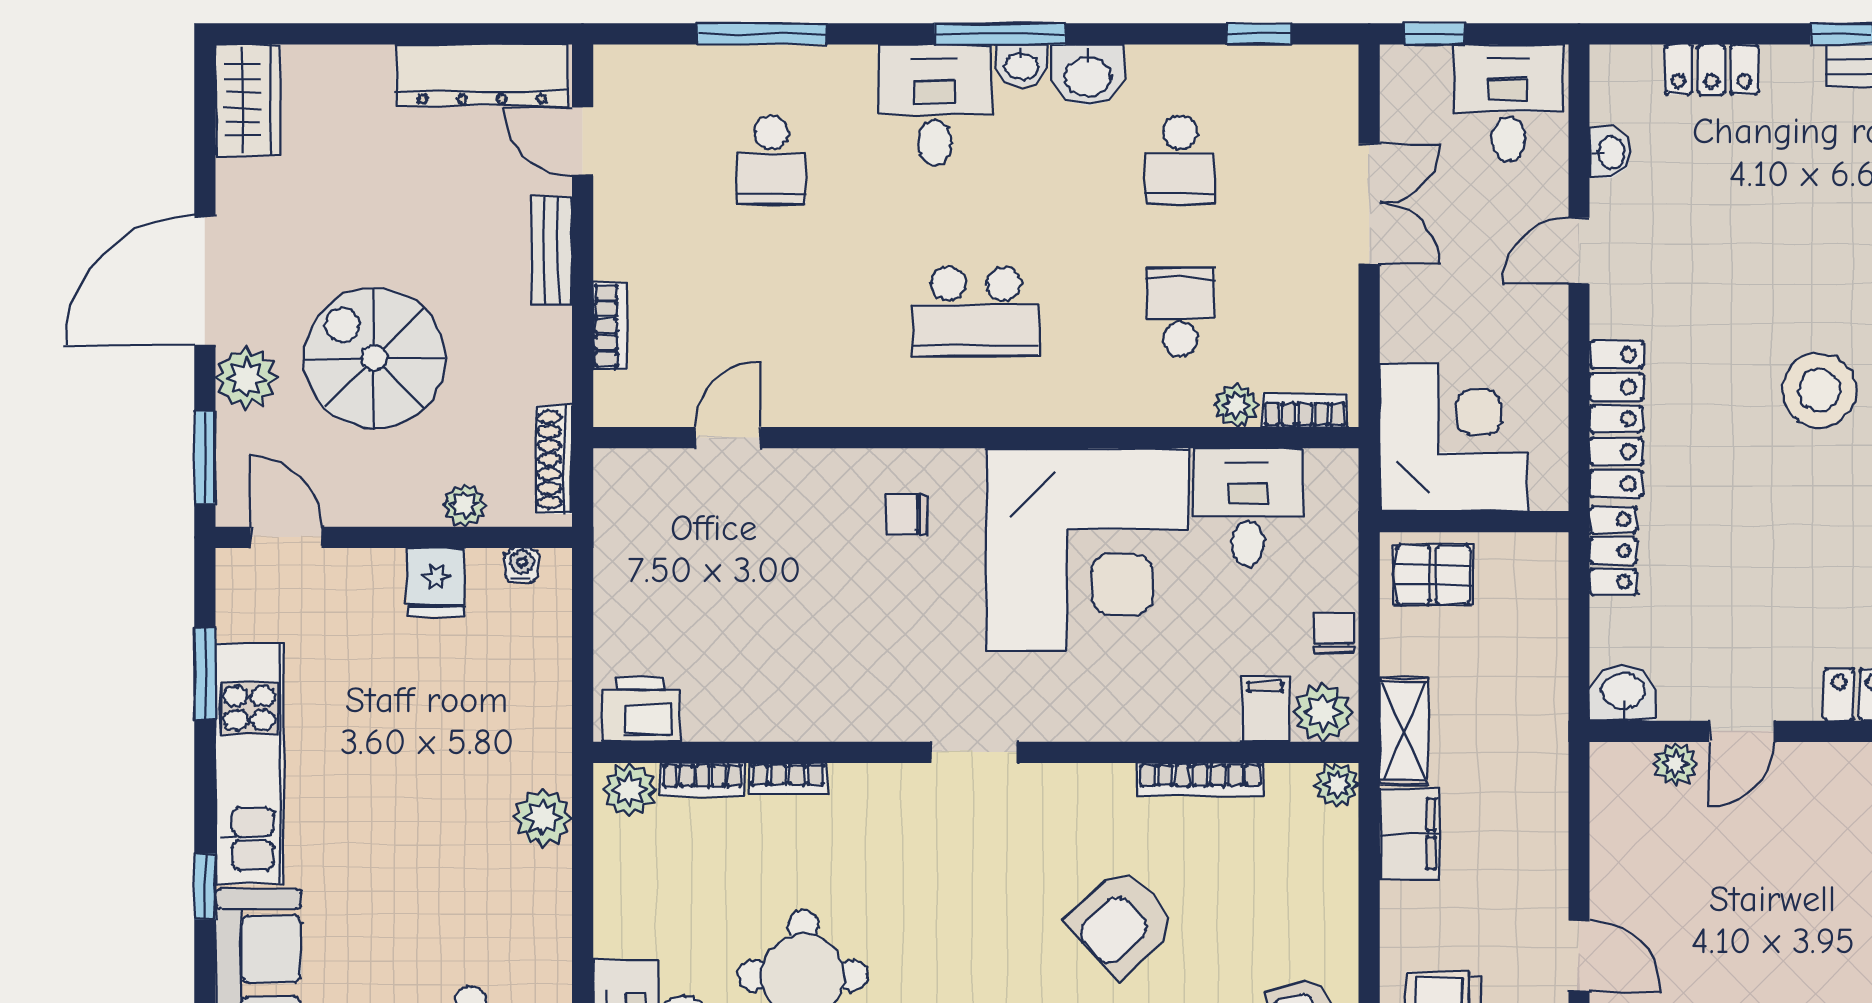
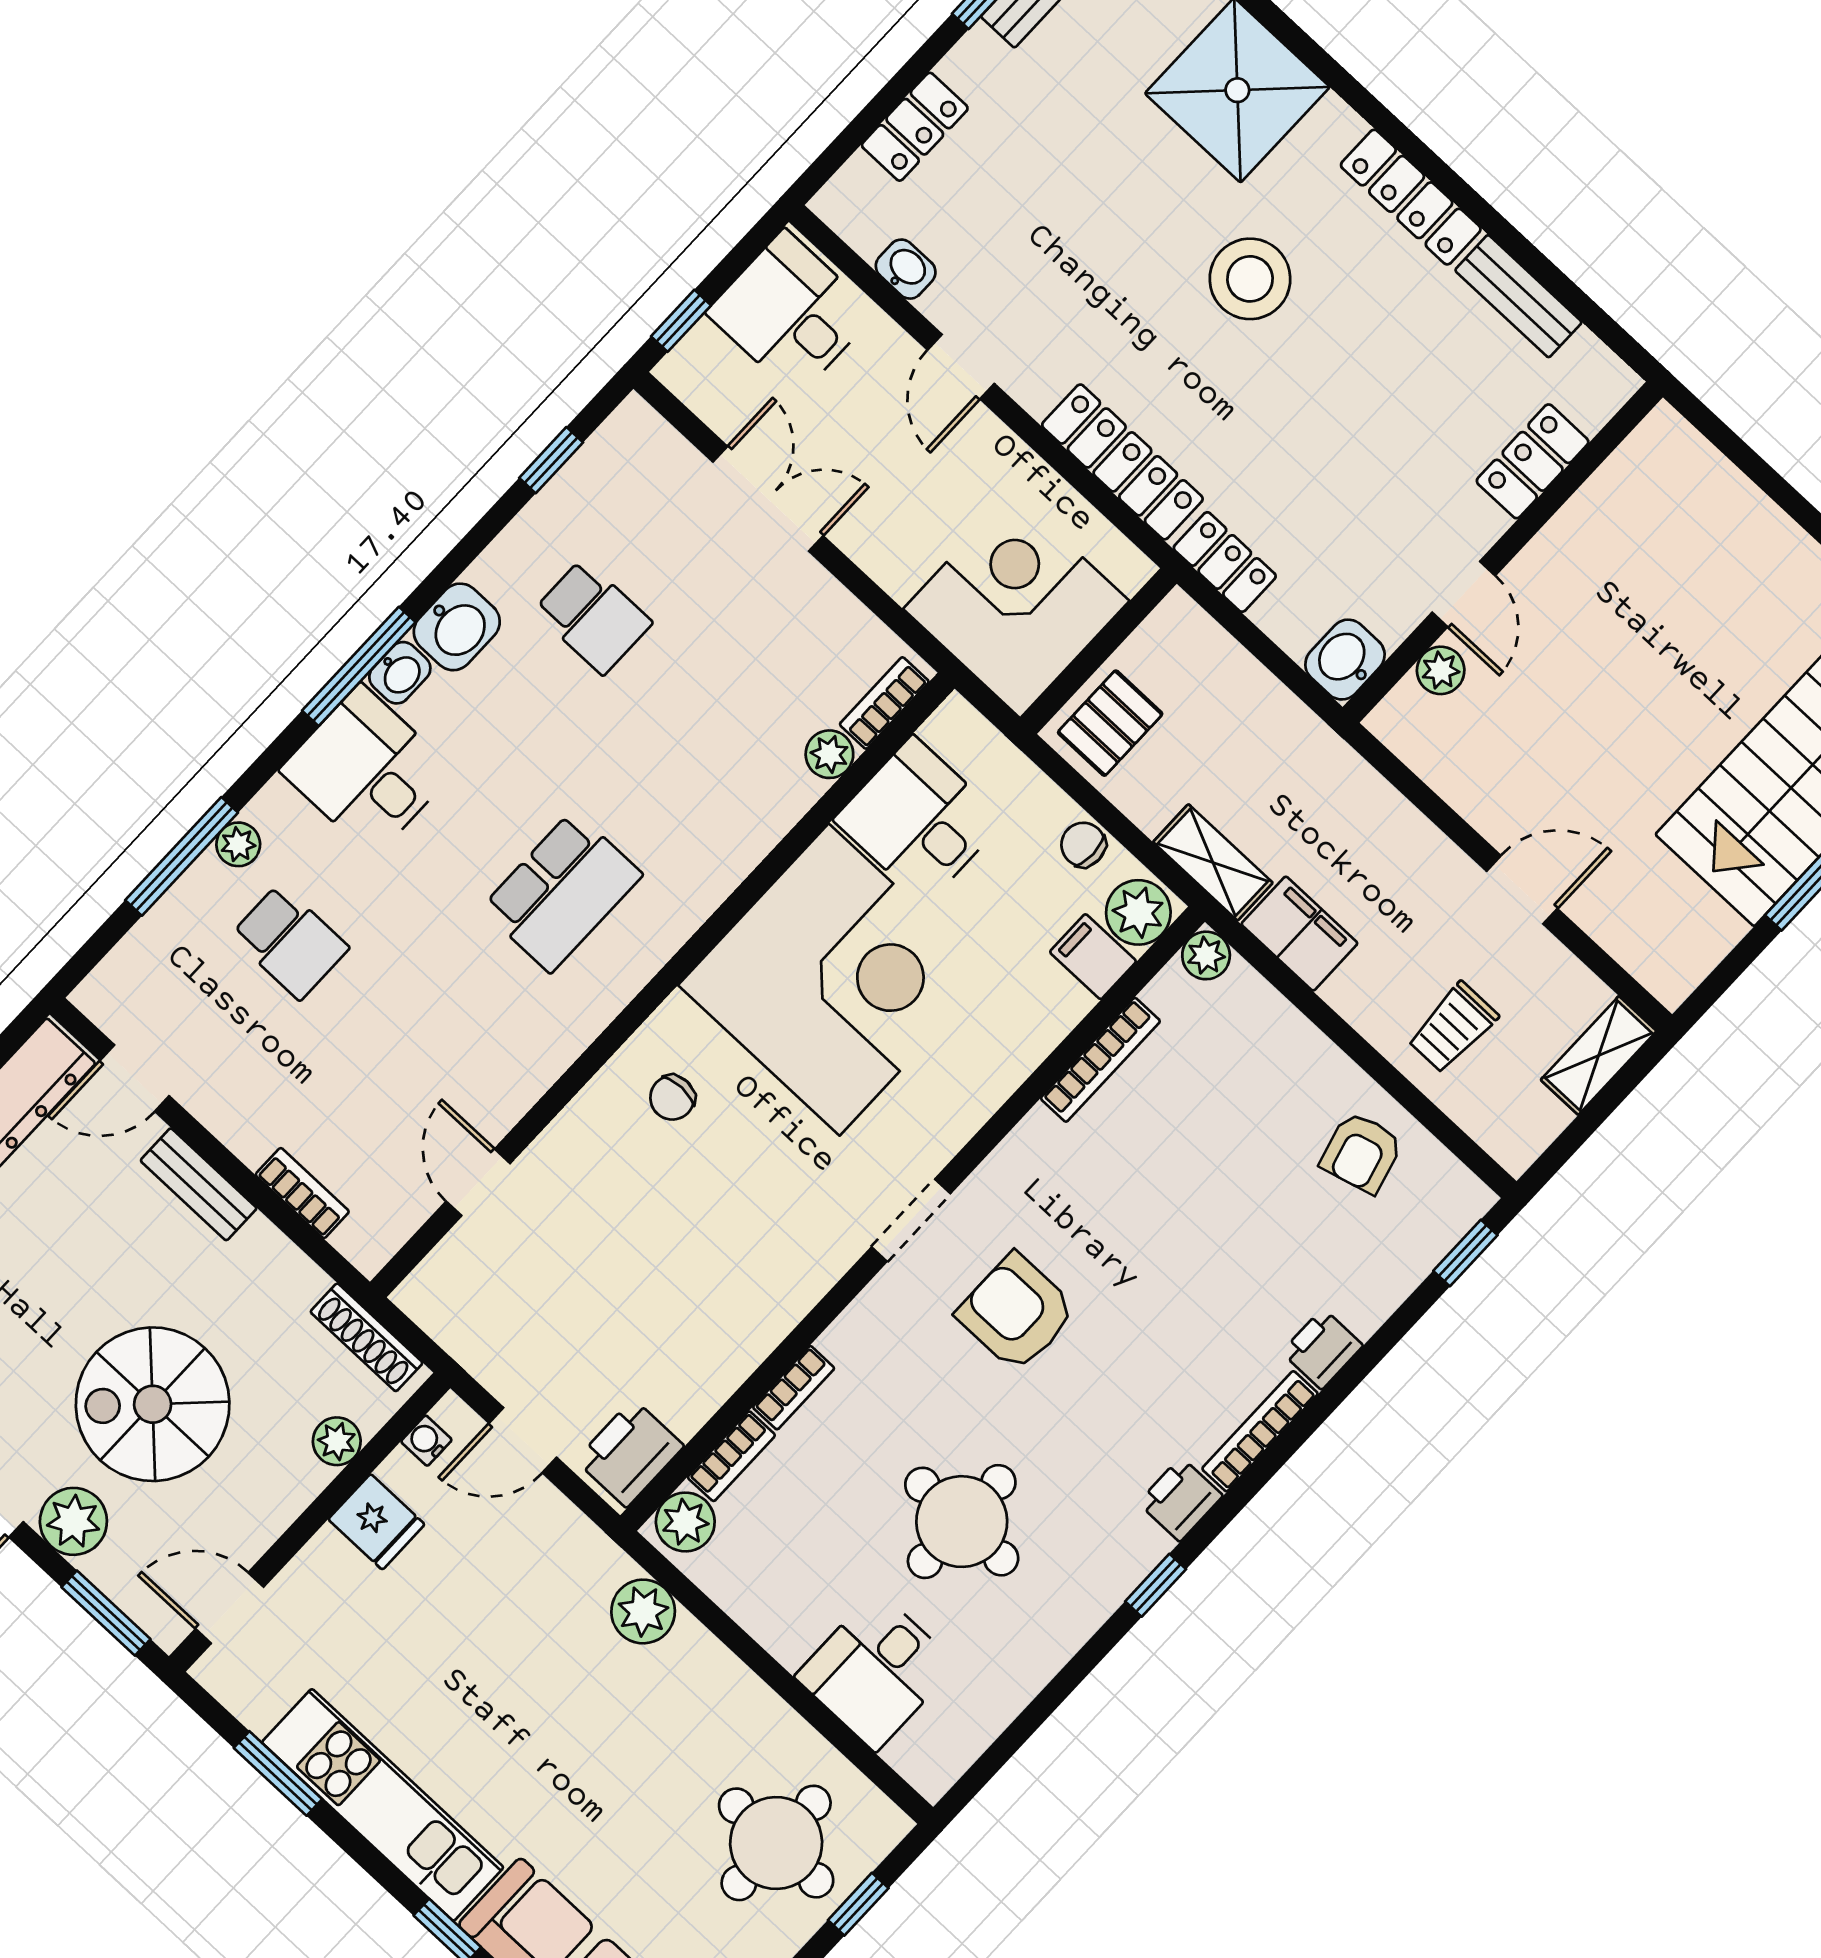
plant: (805, 64) -> (238, 844), added
school desk: (1180, 312) -> (713, 729), removed
door: (583, 629) -> (523, 1440), added
armchair: (1122, 922) -> (1016, 1312), moved, turned 133

